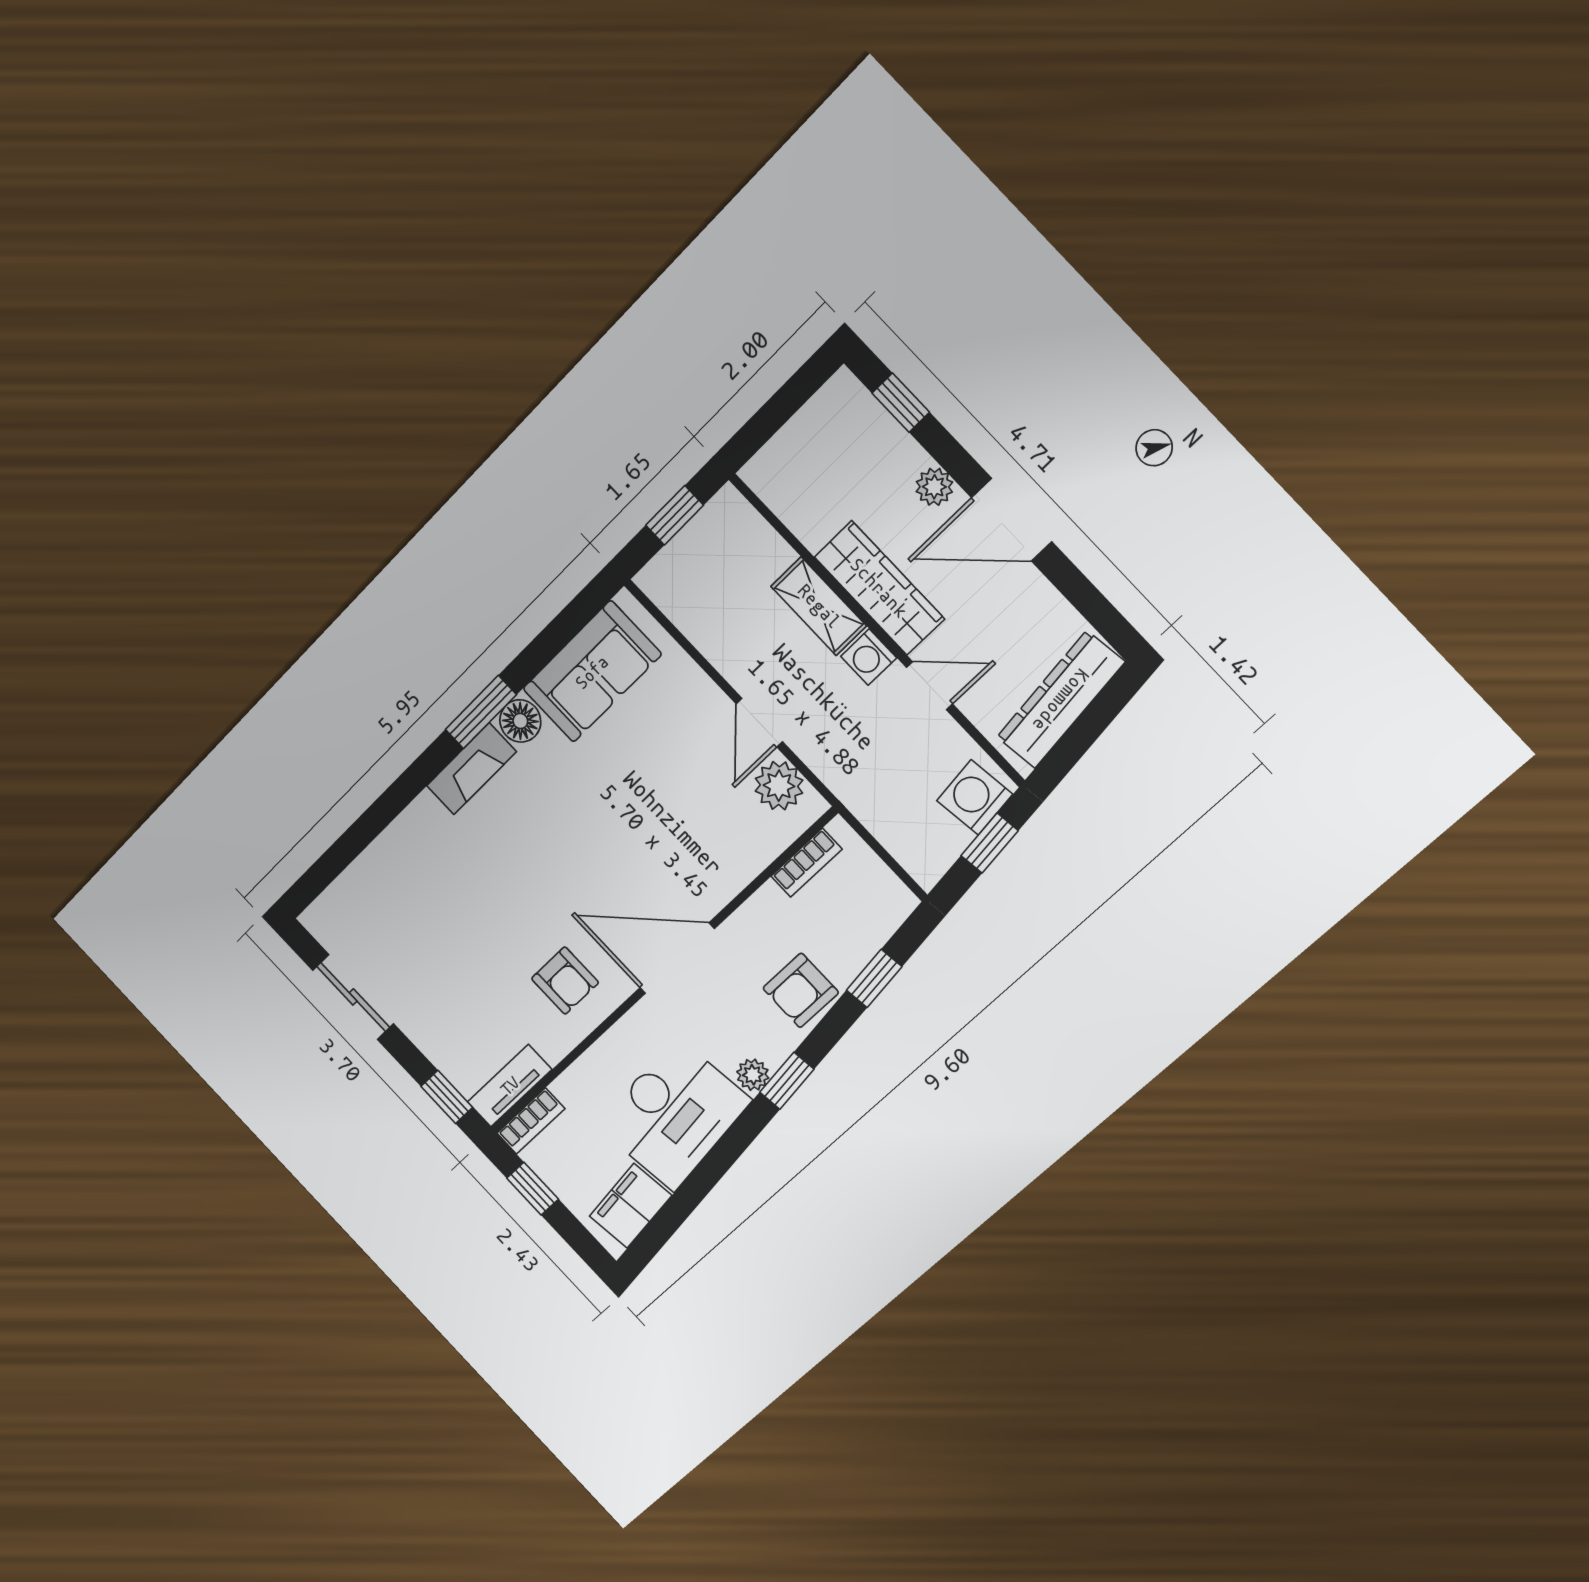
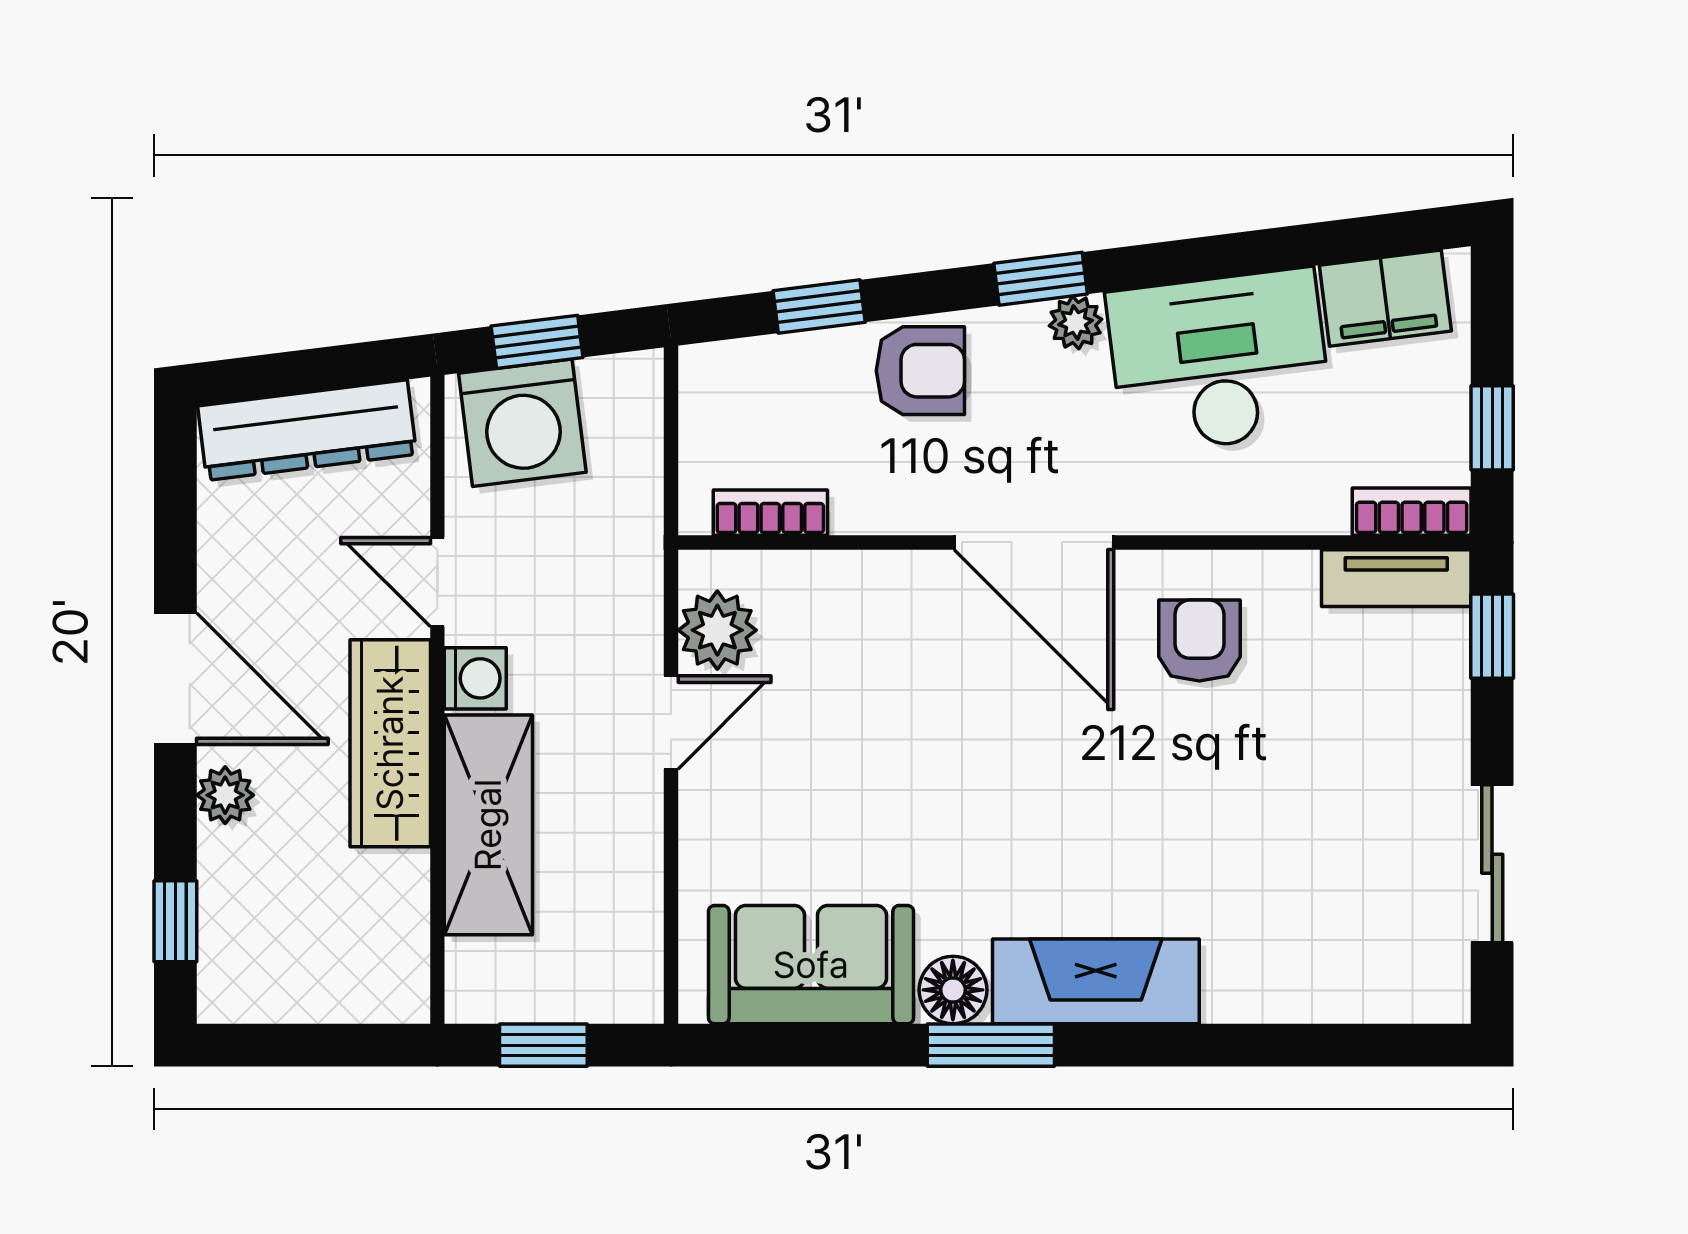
shelving: (819, 606) -> (488, 825), width x1.50, depth x1.33
fireplace: (471, 769) -> (1096, 981), width x1.37, depth x1.32
washing machine: (975, 797) -> (522, 423), width x1.37, depth x1.37

